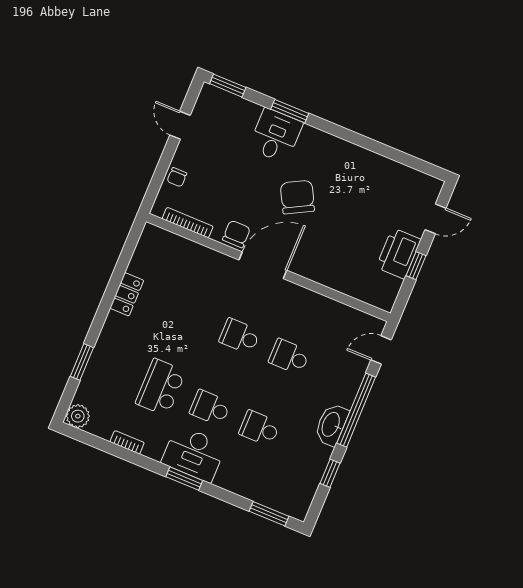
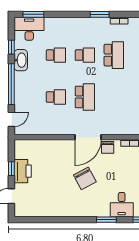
desk: (276, 136) -> (122, 205), moved
school desk: (240, 336) -> (85, 97), width x1.85
washbasin: (331, 425) -> (21, 60), moved
desk: (194, 454) -> (29, 29), moved
window: (184, 479) -> (100, 14), moved

